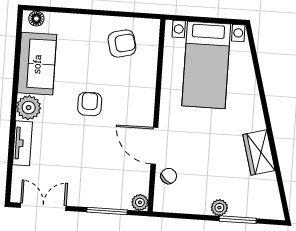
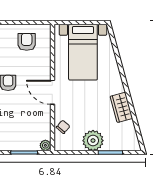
armchair: (122, 44) -> (27, 42), turned -76
door: (154, 146) -> (52, 92), moved
plant: (219, 208) -> (93, 141), width x1.88, depth x1.88

